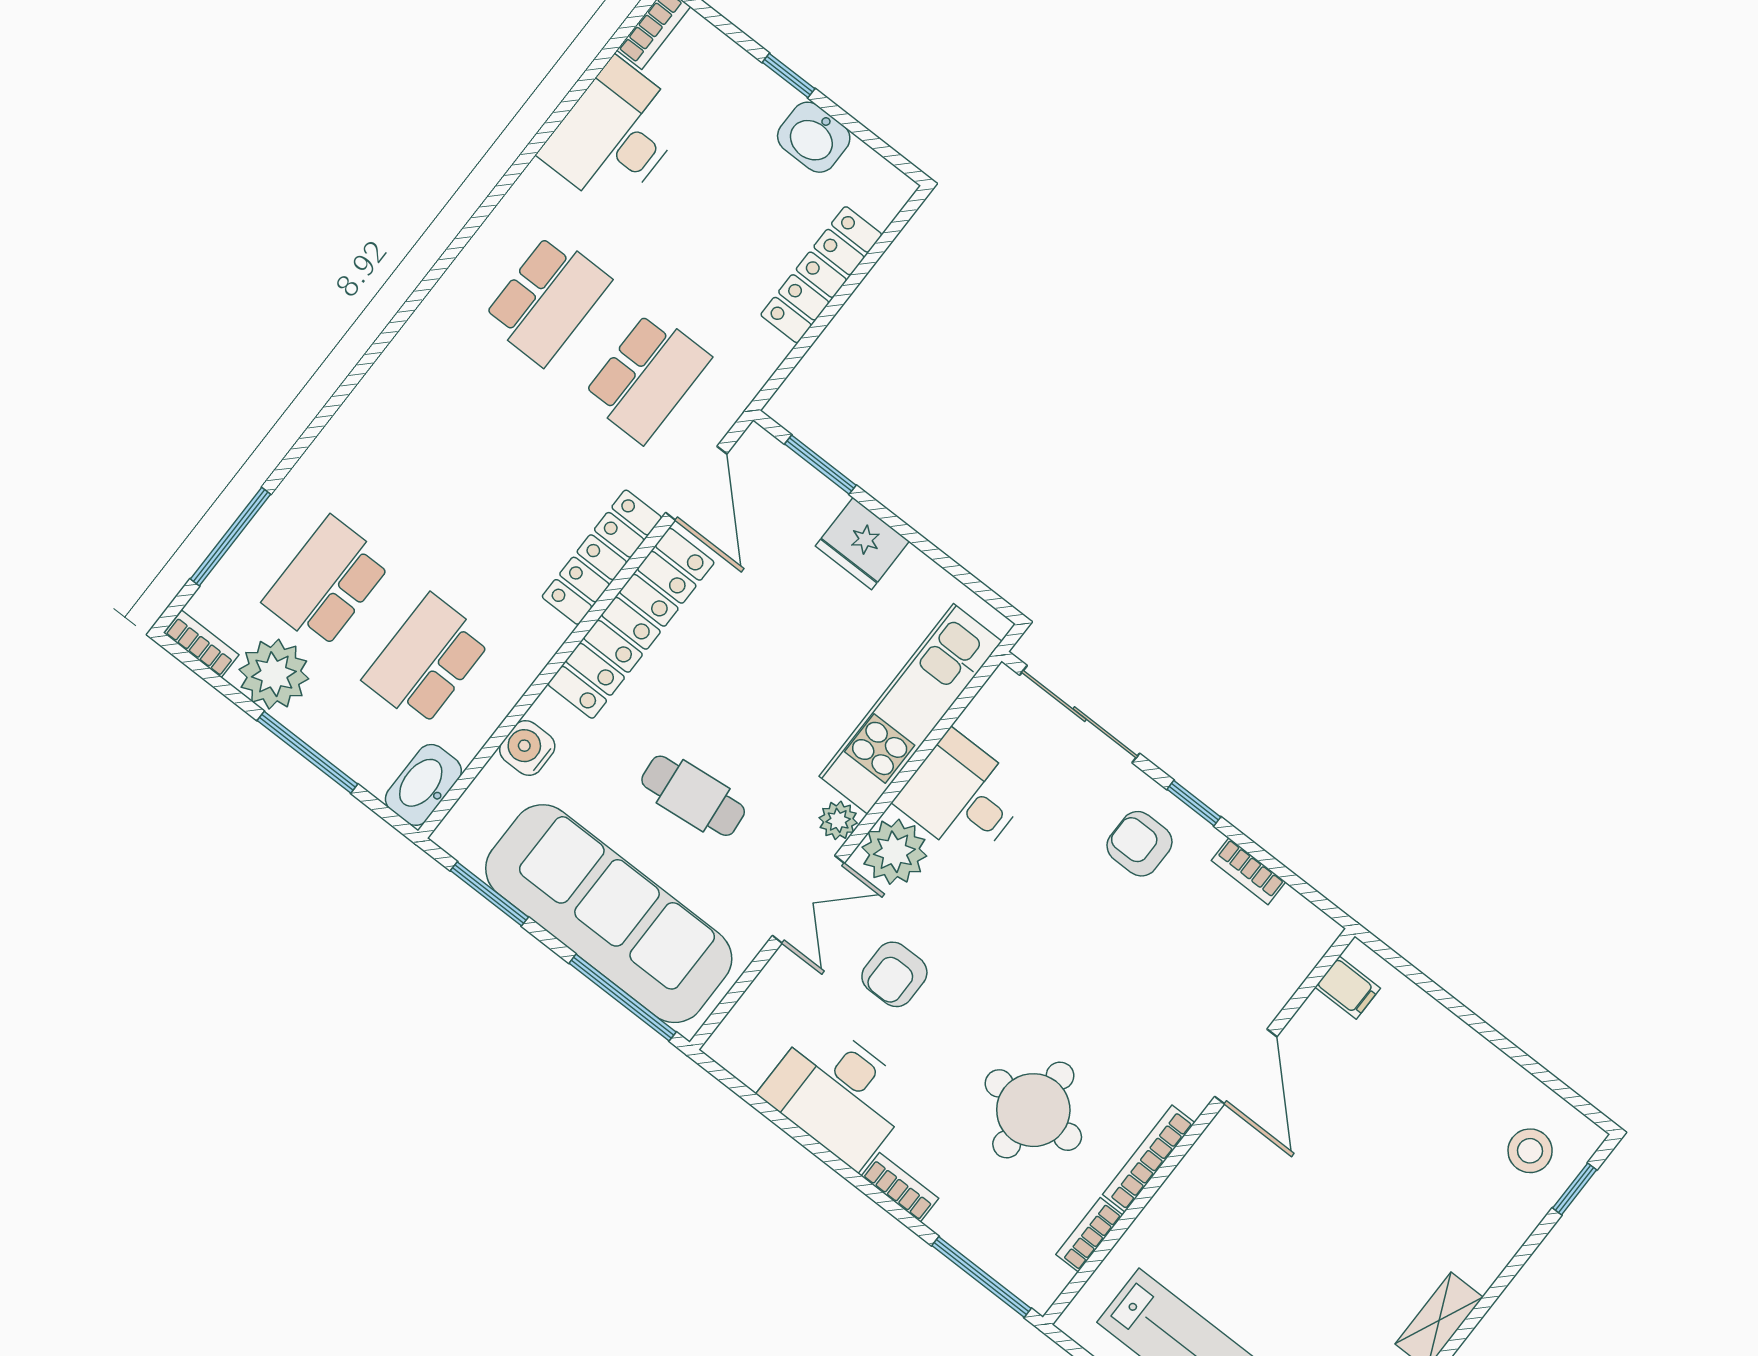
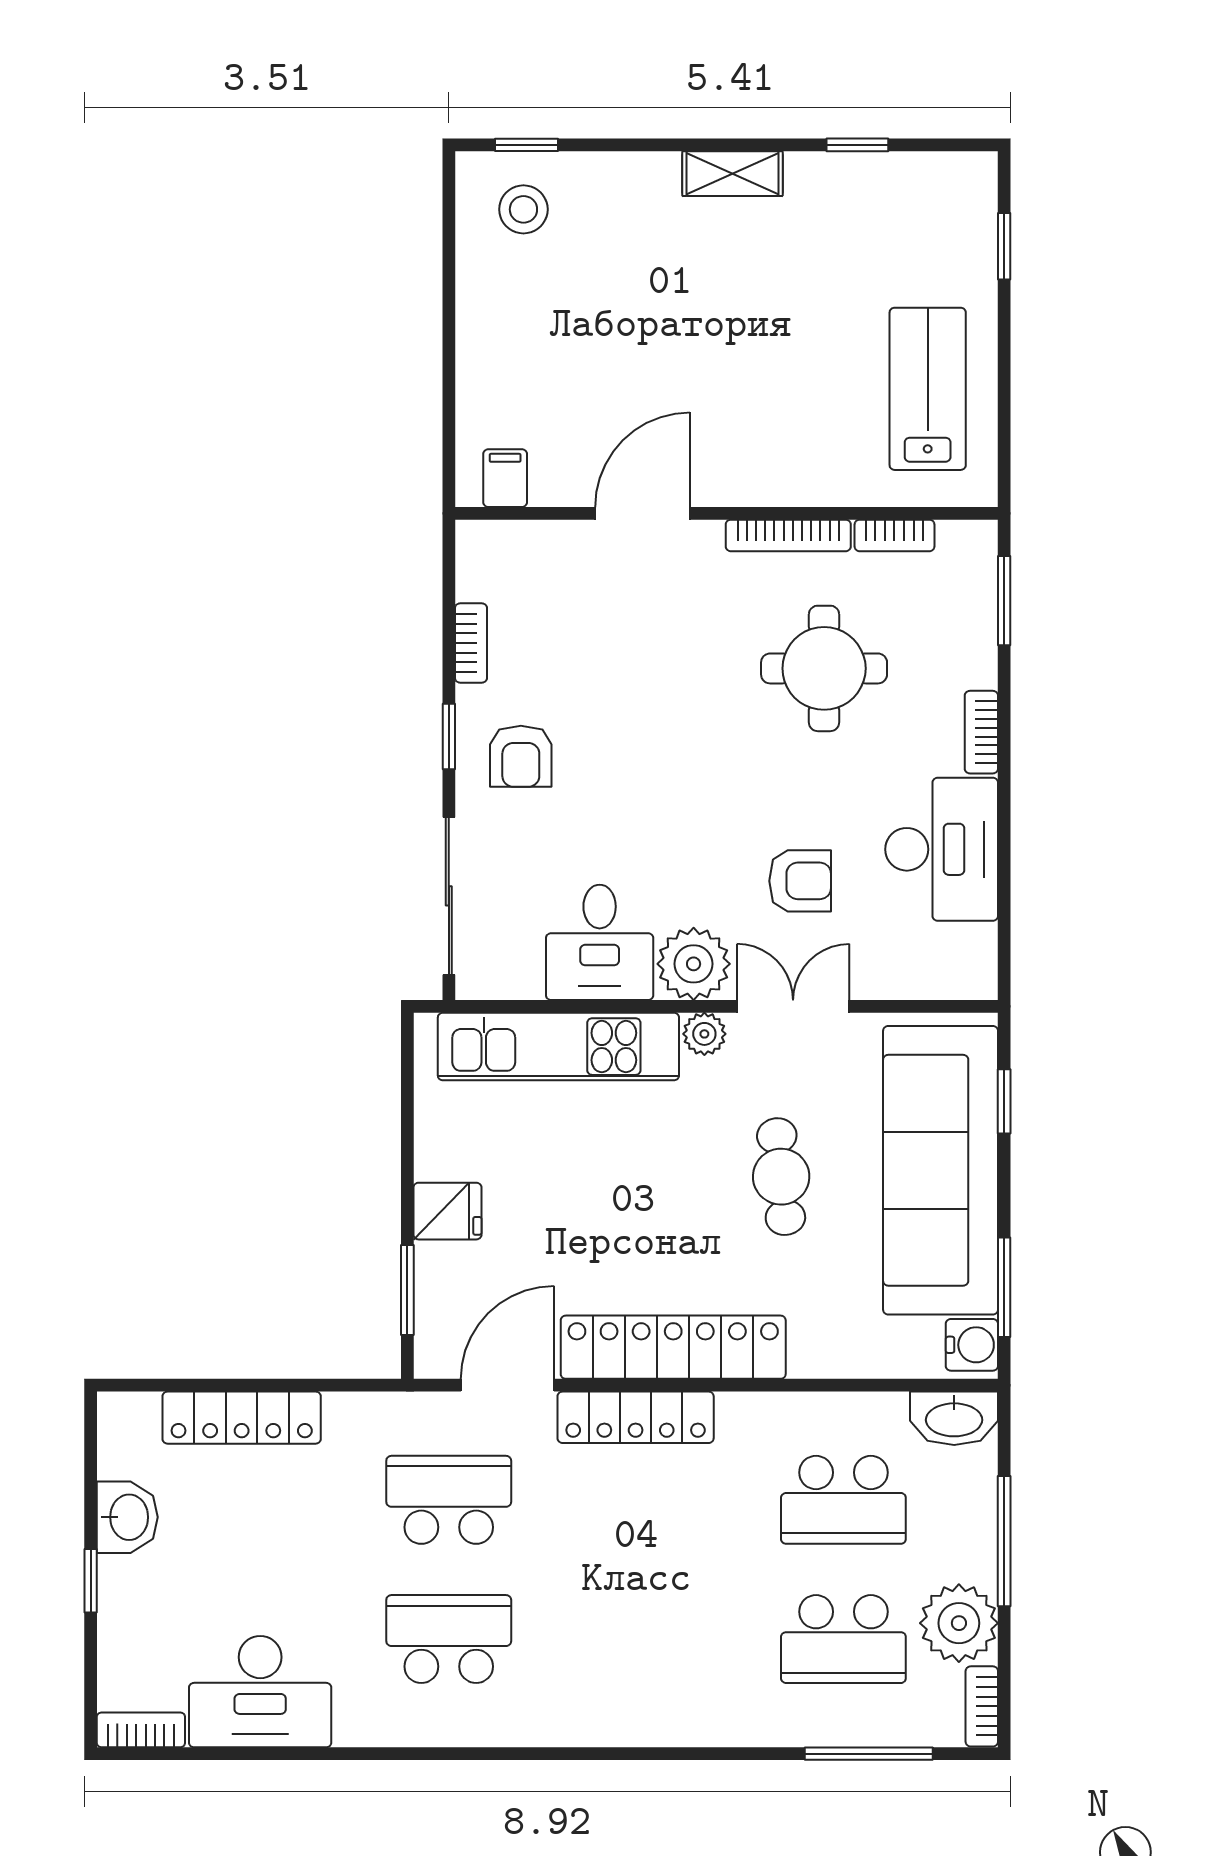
fridge: (862, 544) -> (447, 1211), width x0.72
water cooler: (527, 748) -> (972, 1345), moved, turned -90
window: (623, 998) -> (1004, 1101), width x0.46
window: (981, 1277) -> (1004, 601), width x0.69

